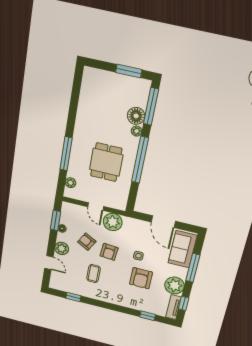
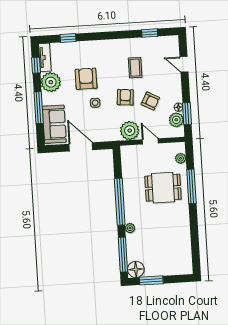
floor lamp: (136, 116) -> (136, 269), moved
dining table: (106, 162) -> (163, 188), moved, turned 90
plant: (62, 248) -> (176, 120), moved

